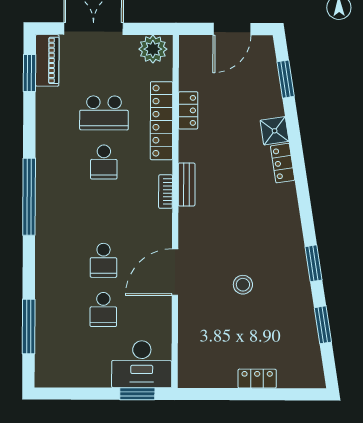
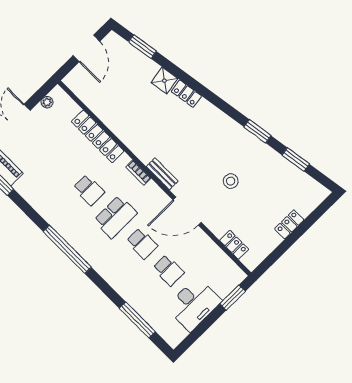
plant: (153, 49) -> (47, 102), width x0.53, depth x0.53
locker: (188, 110) -> (234, 245), moved
school desk: (104, 113) -> (115, 217), moved
bench: (187, 185) -> (162, 174), moved
door: (175, 272) -> (187, 211), hinge flipped
desk: (142, 364) -> (194, 304), moved

